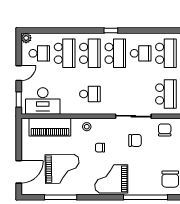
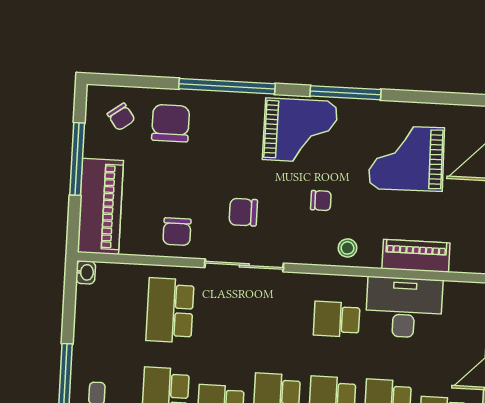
desk: (43, 101) -> (404, 307), moved
piano: (50, 127) -> (416, 256), width x0.73, depth x0.75
window: (61, 197) -> (345, 93), moved

